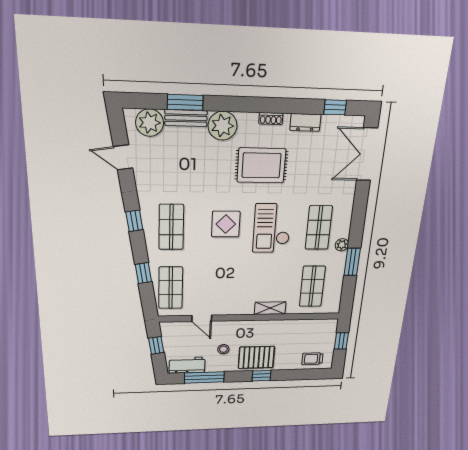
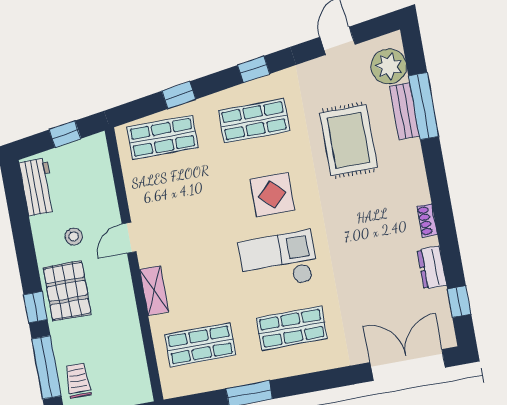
window: (185, 102) -> (424, 106), width x1.44
plant: (223, 126) -> (405, 160), removed
rug: (261, 165) -> (349, 140), moved
plant: (342, 245) -> (273, 370), removed
door: (202, 318) -> (129, 238), moved
window: (204, 377) -> (47, 367), moved

